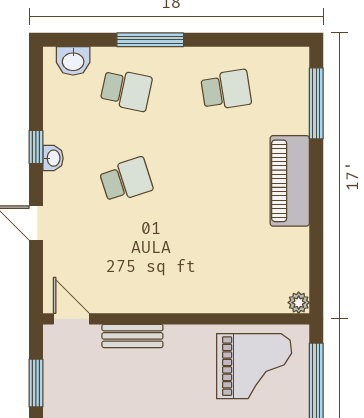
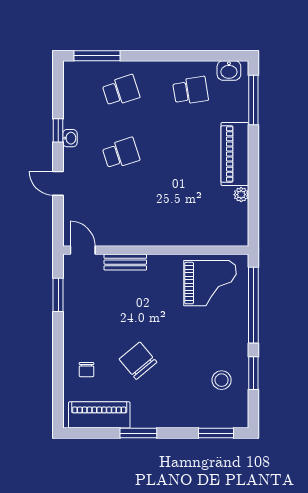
window: (150, 40) -> (97, 56), moved
washbasin: (73, 61) -> (229, 70), moved
school desk: (126, 90) -> (121, 91), turned -30
plant: (299, 303) -> (241, 195), moved

